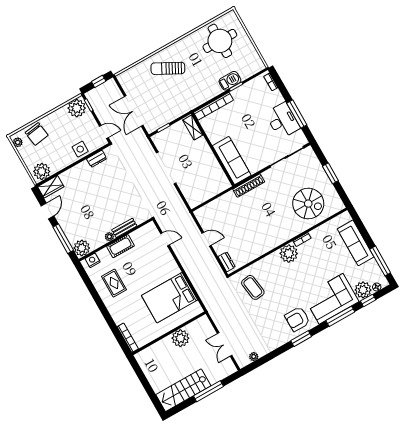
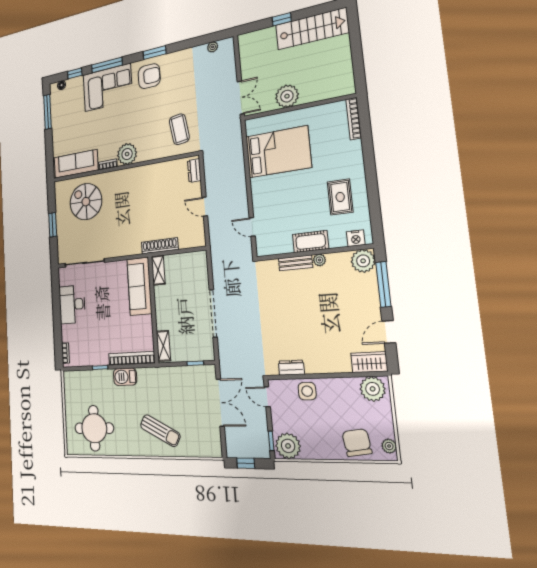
barbecue: (230, 81) -> (125, 377), moved
window: (297, 114) -> (56, 305), removed
shelving: (222, 179) -> (158, 270), added
shoe rack: (249, 186) -> (160, 246), moved
sofa: (356, 243) -> (76, 164), moved, turned -90
plant: (363, 290) -> (75, 87), removed
double door: (225, 344) -> (241, 98), moved
window: (208, 391) -> (282, 19), width x0.46

